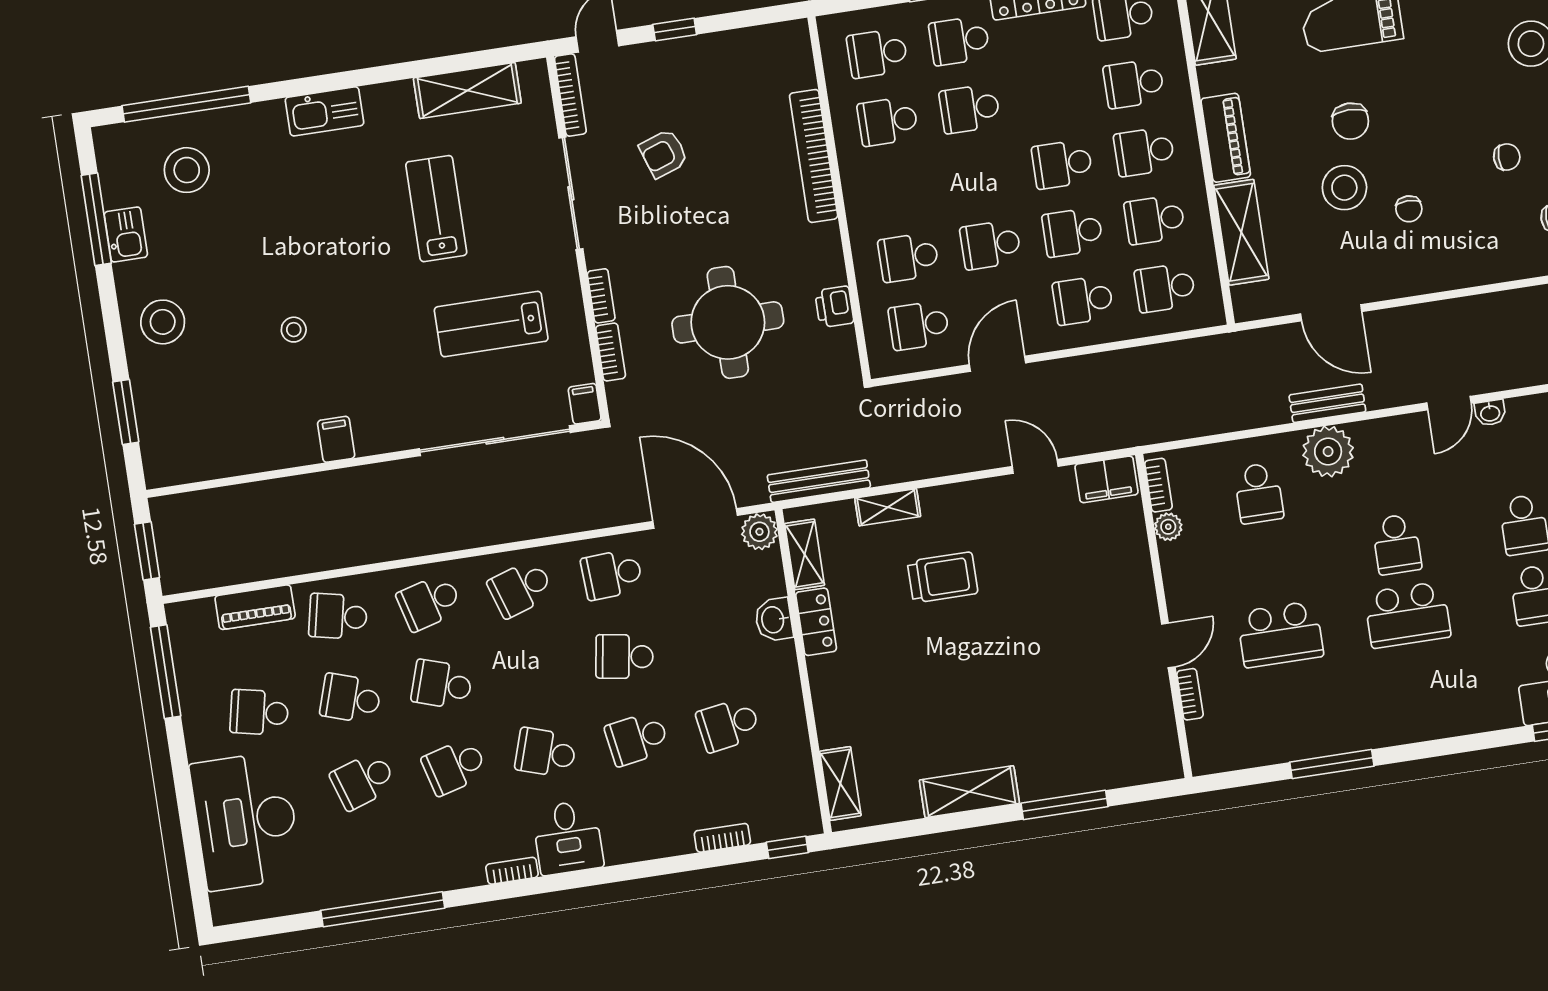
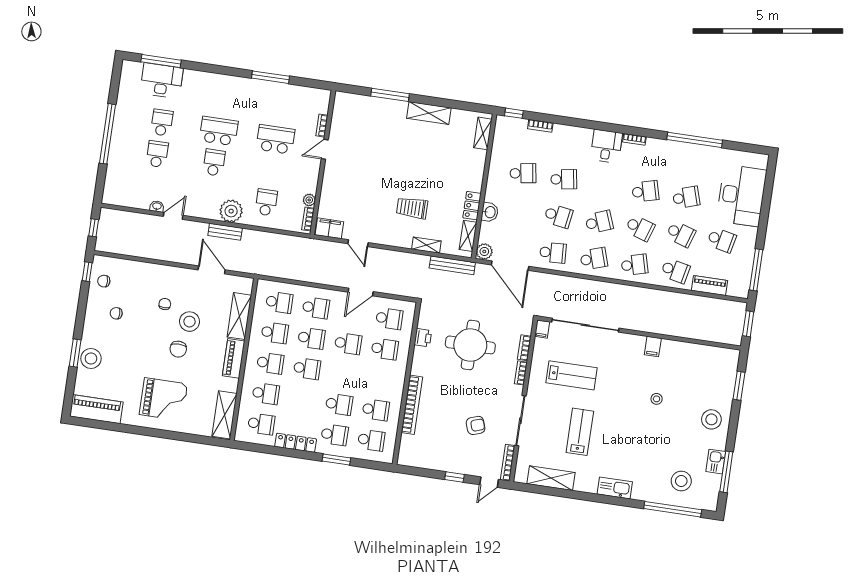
chair: (1350, 121) -> (178, 349), turned 180
lab bench: (436, 209) -> (580, 432), turned 180
school desk: (546, 753) -> (599, 222), moved, turned -39

